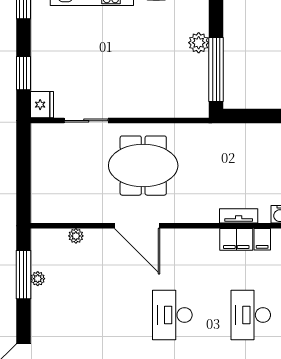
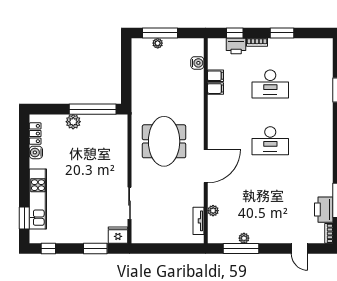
meeting table: (143, 166) -> (164, 141), moved
tv unit: (239, 216) -> (198, 221), moved
filing cabinet: (236, 239) -> (216, 89), width x0.50

